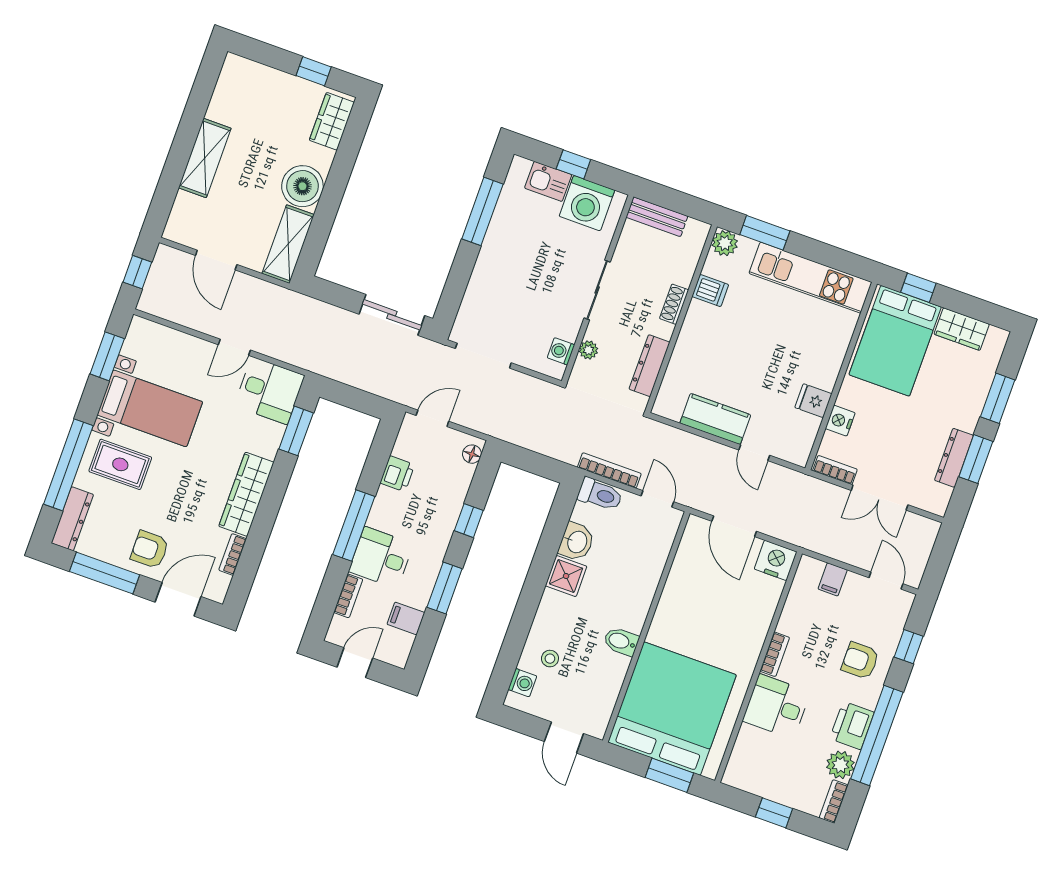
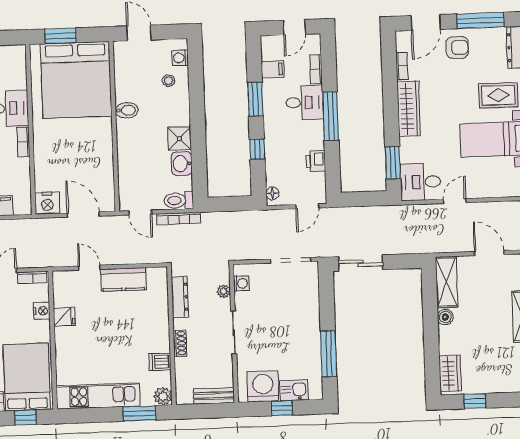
boiler: (302, 186) -> (445, 317), width x0.54, depth x0.54

